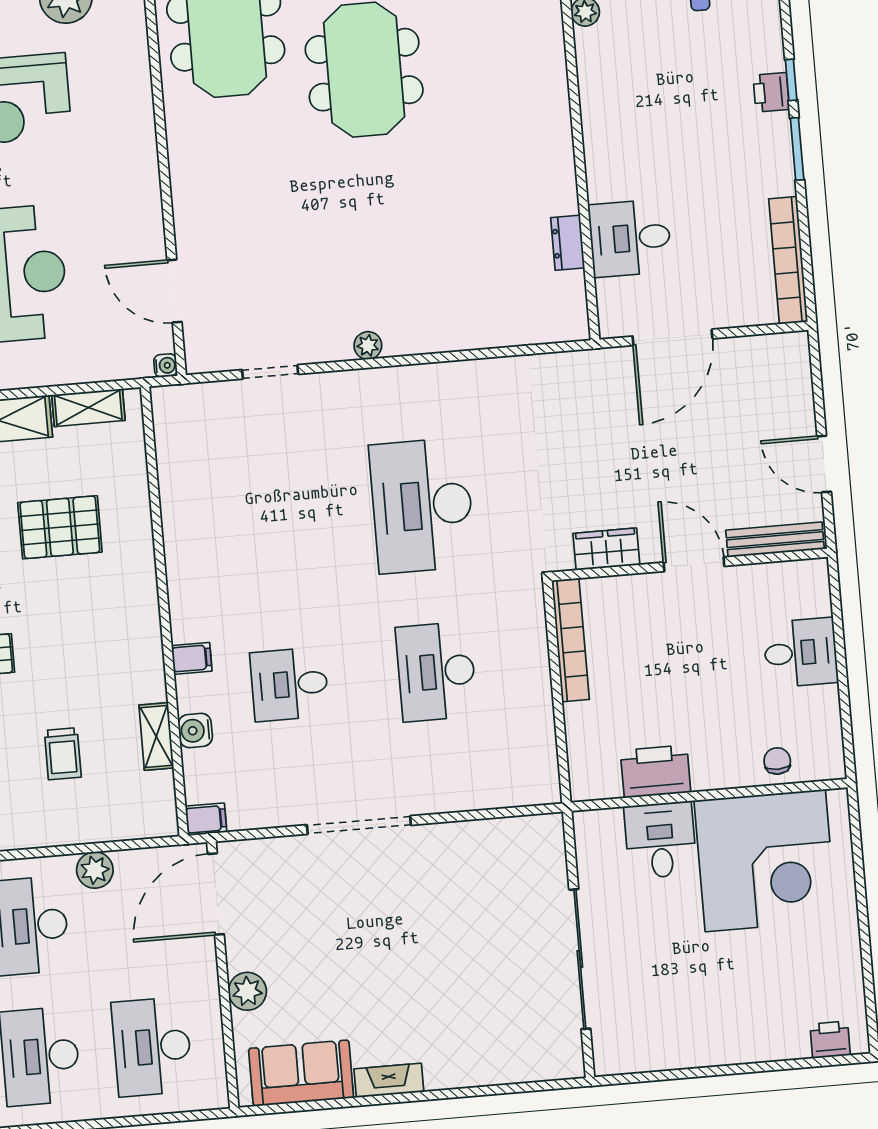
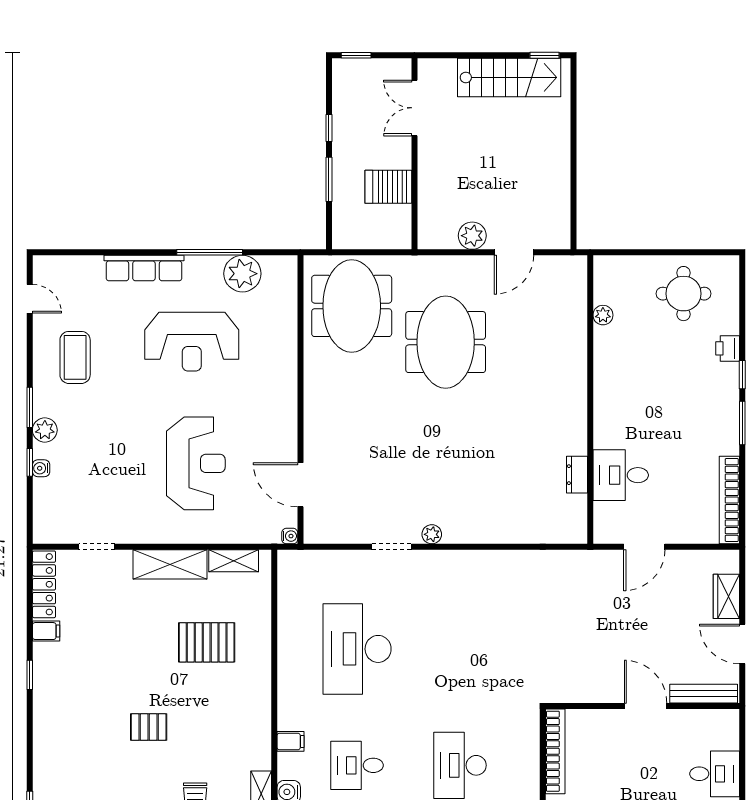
printer: (771, 92) -> (728, 348), moved
door: (673, 337) -> (644, 547), width x0.73
doorway: (270, 372) -> (392, 547), moved
desk: (422, 506) -> (357, 649), moved
wardrobe: (606, 549) -> (726, 596), moved, turned -90

